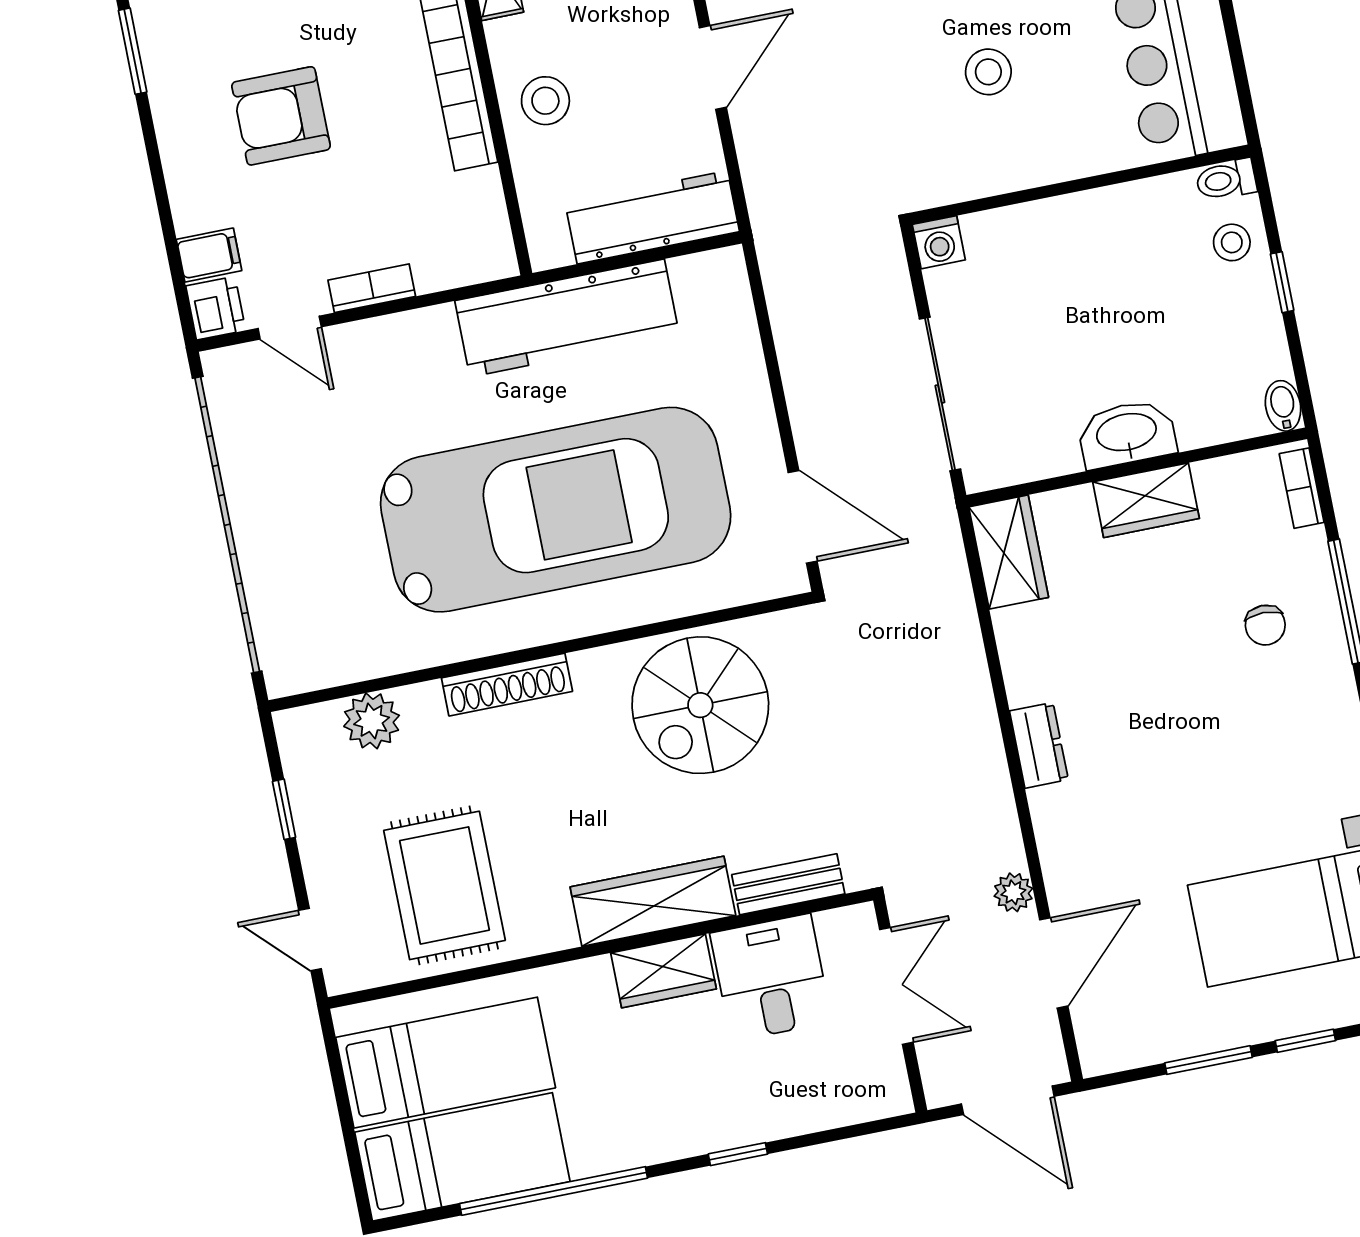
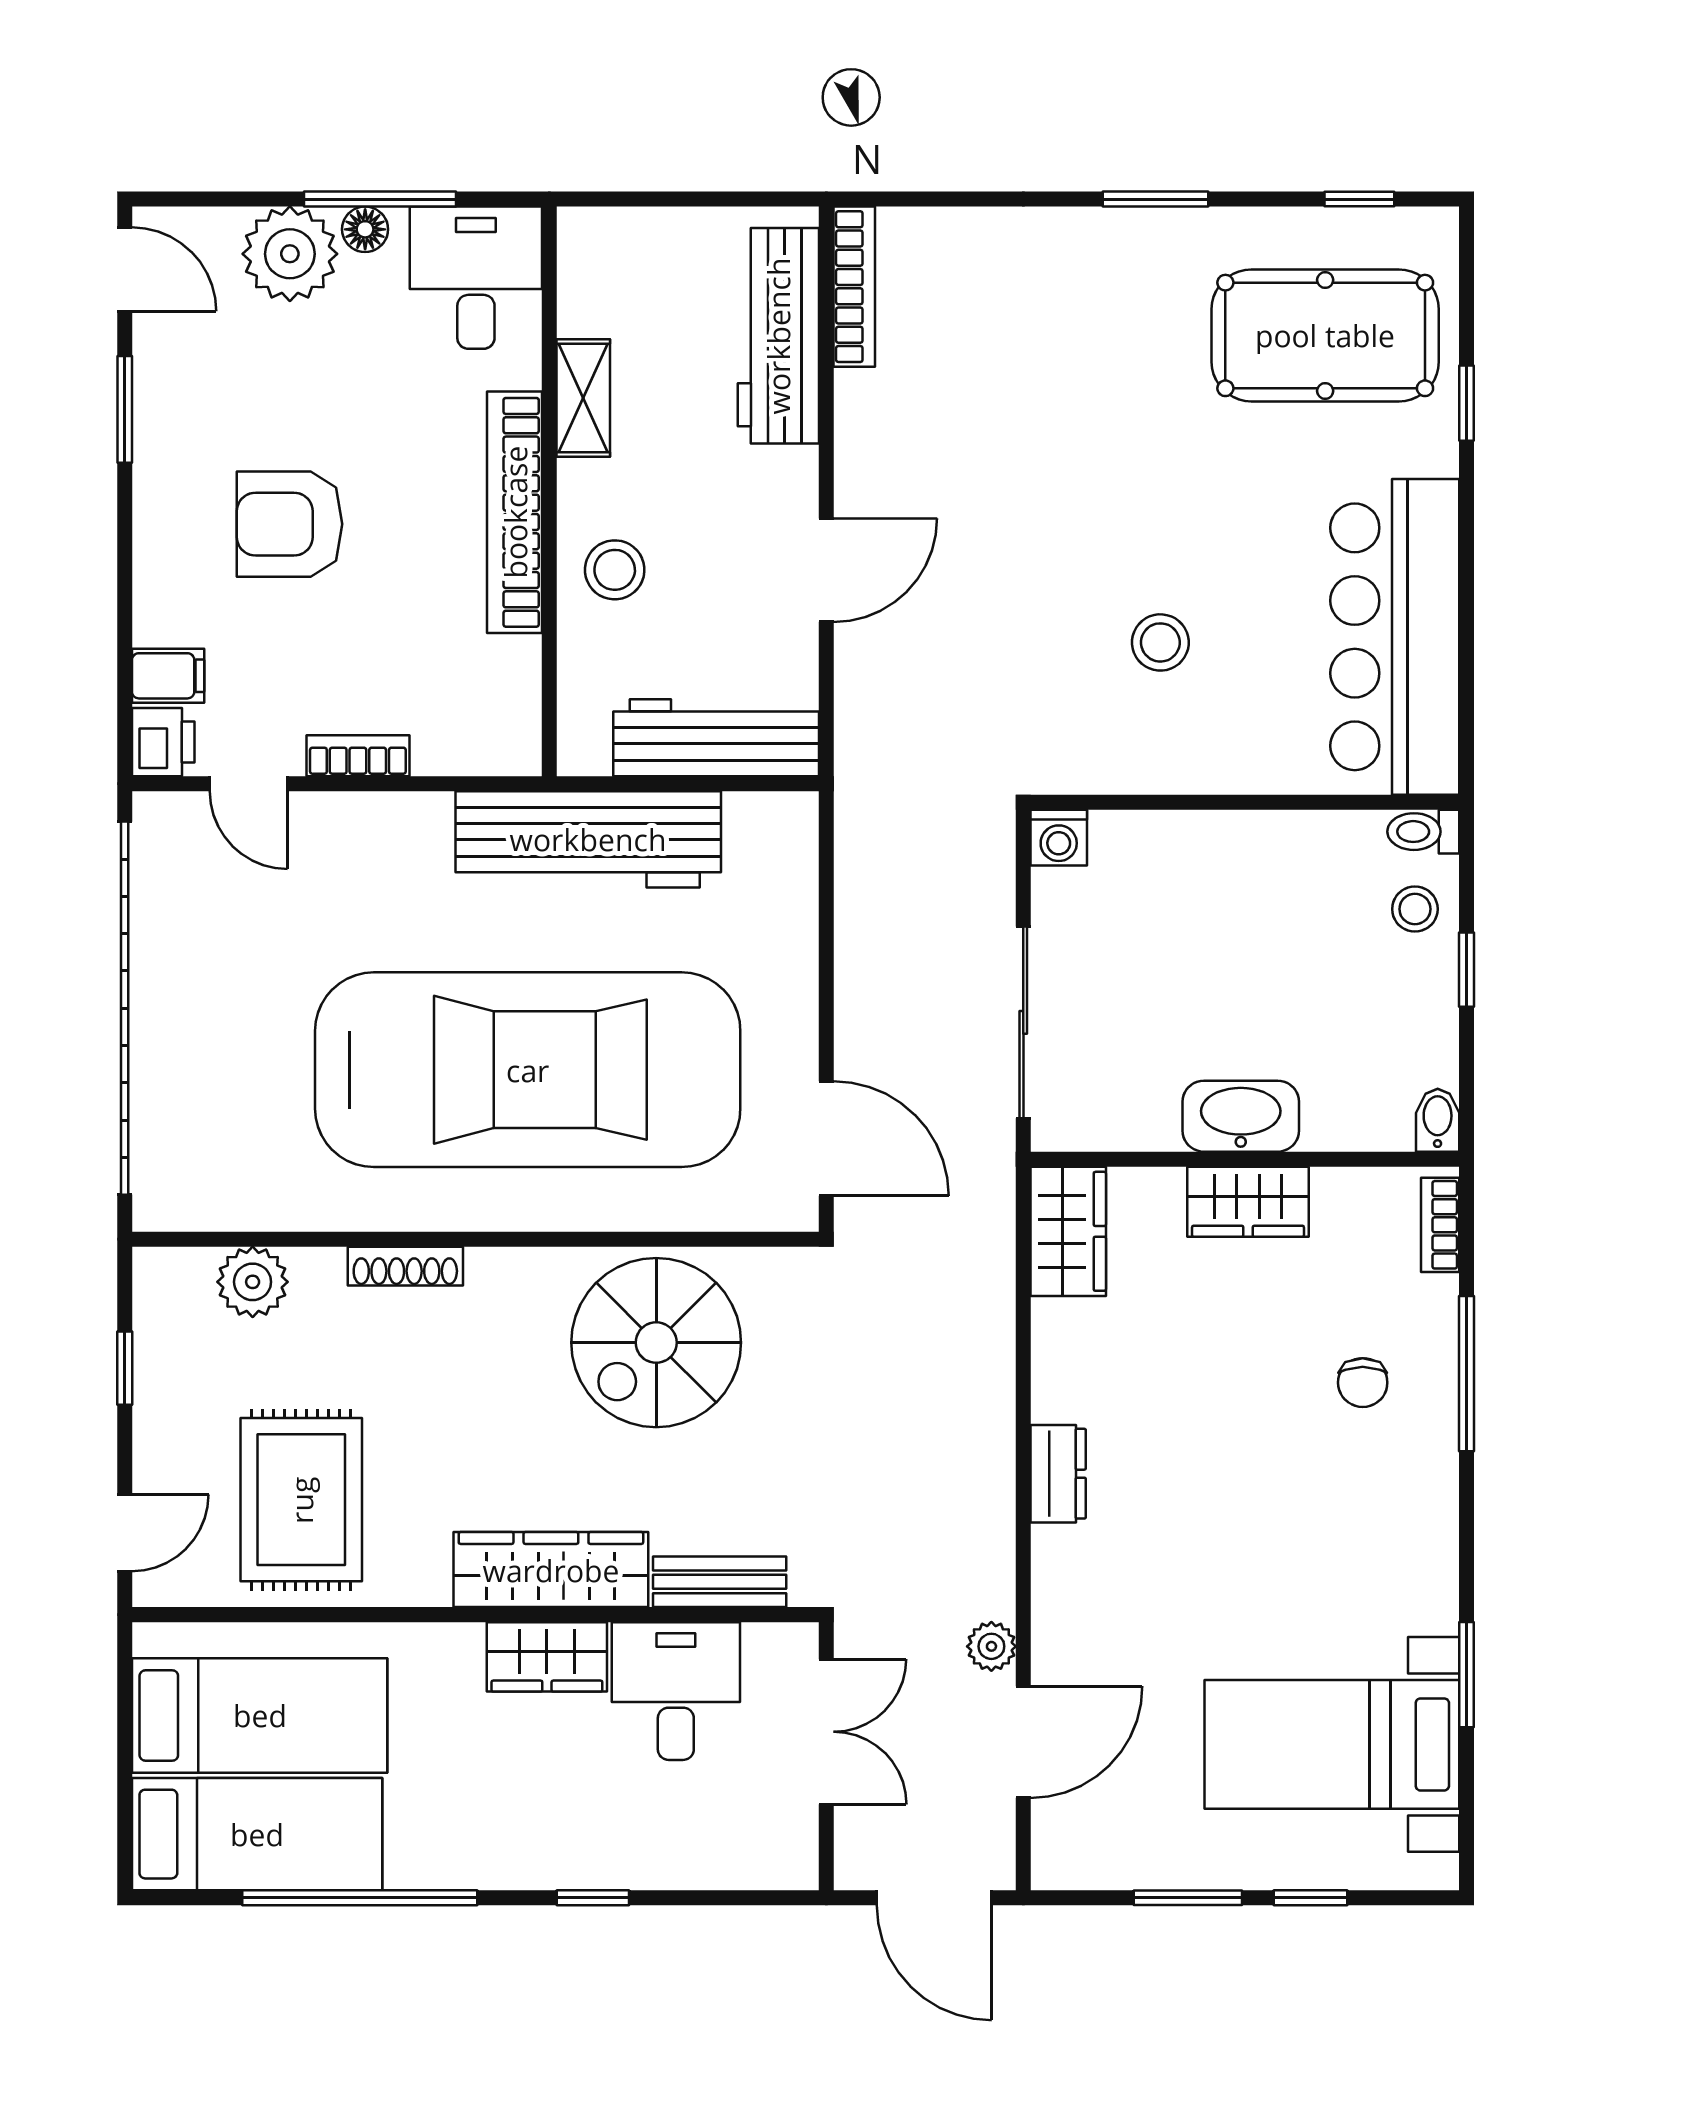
shoe rack: (507, 685) -> (405, 1266), width x0.74, depth x0.81
door: (310, 940) -> (125, 1533), swing flipped

